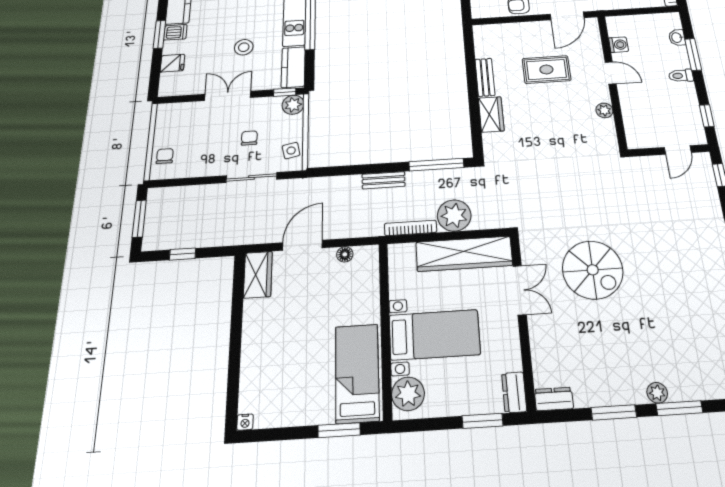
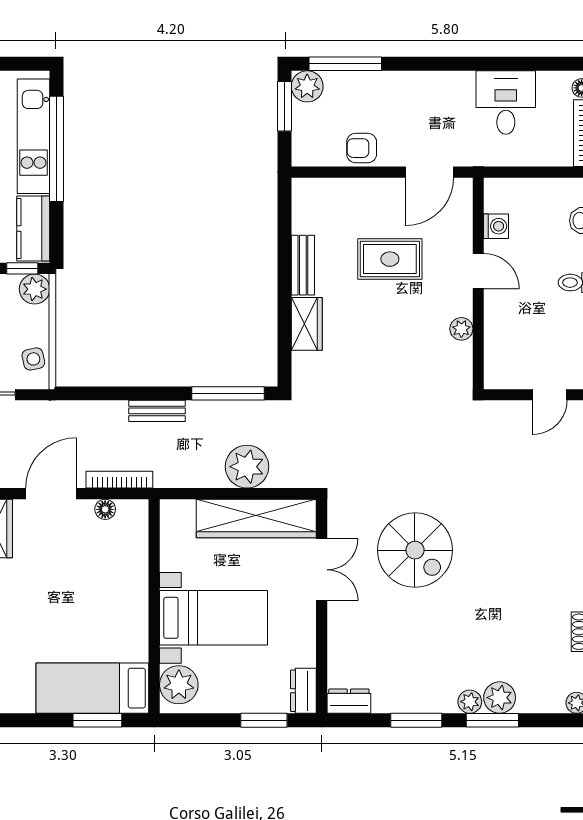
bookcase: (410, 228) -> (119, 480), moved
bed: (357, 373) -> (92, 688), moved, turned -90
plant: (682, 388) -> (500, 698), added

